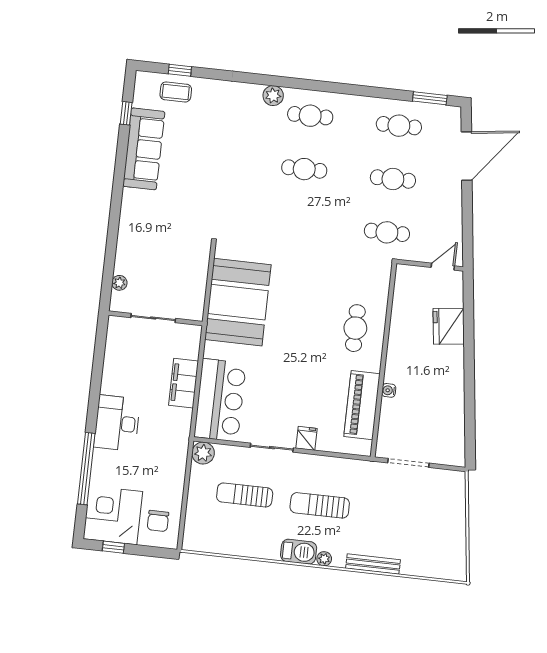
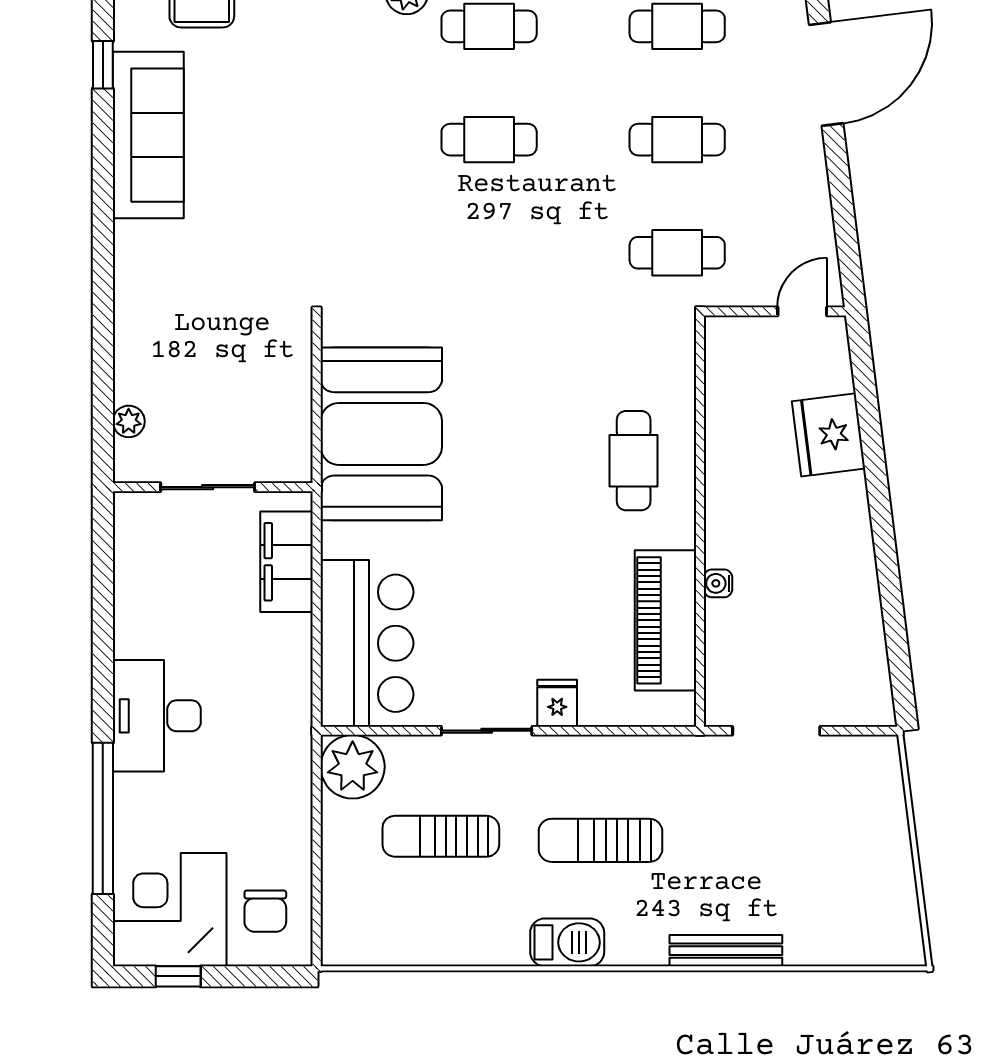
filing cabinet: (183, 383) -> (286, 562), moved
plant: (203, 453) -> (353, 767), width x1.36, depth x1.36
plant: (324, 559) -> (622, 951), removed

